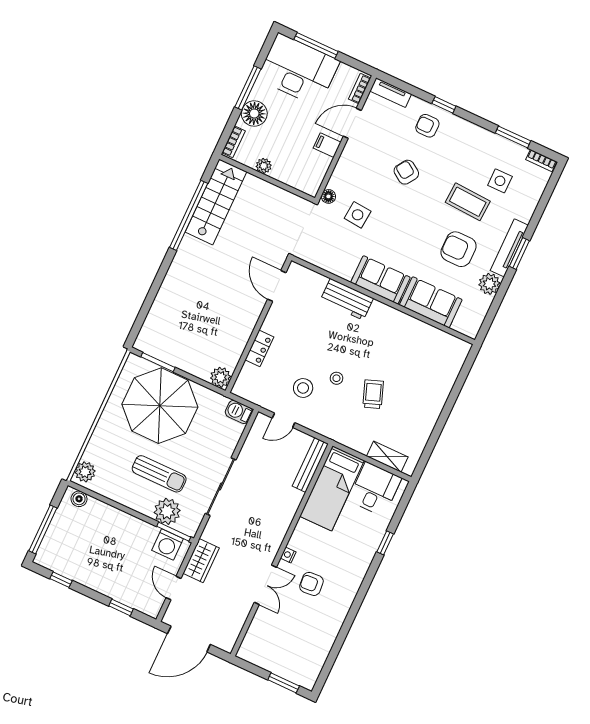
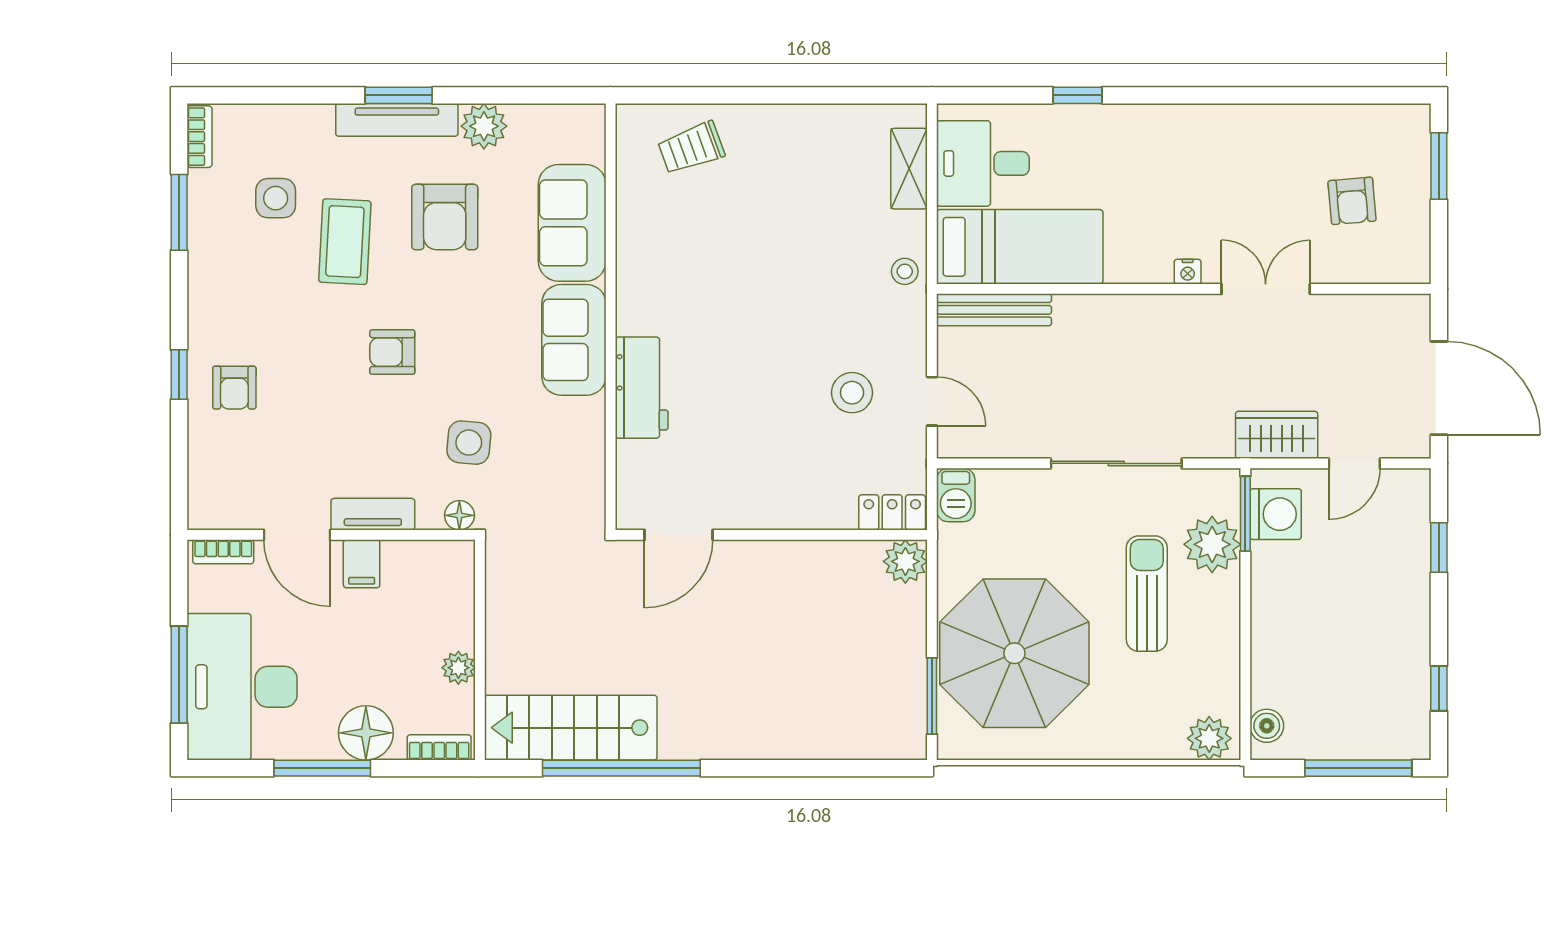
tv unit: (391, 92) -> (373, 514), moved, turned -90
armchair: (406, 172) -> (392, 352), moved, turned 56
locker: (259, 348) -> (892, 512), moved
stool: (336, 378) -> (905, 271), moved
trolley: (373, 394) -> (691, 148), moved
armchair: (311, 584) -> (1352, 201), moved

